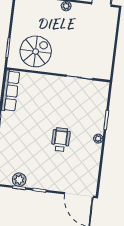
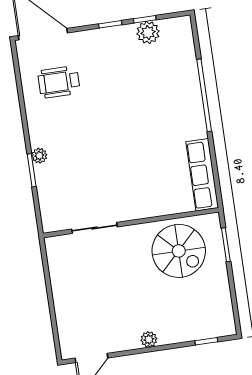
spiral stairs: (36, 51) -> (179, 251), turned -90
plant: (98, 139) -> (39, 156), moved
wheelchair: (61, 140) -> (59, 82), moved, turned 90

